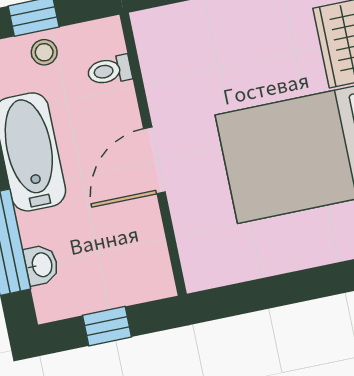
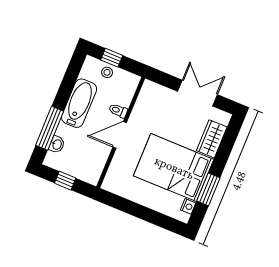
toilet: (109, 70) -> (118, 111), moved

